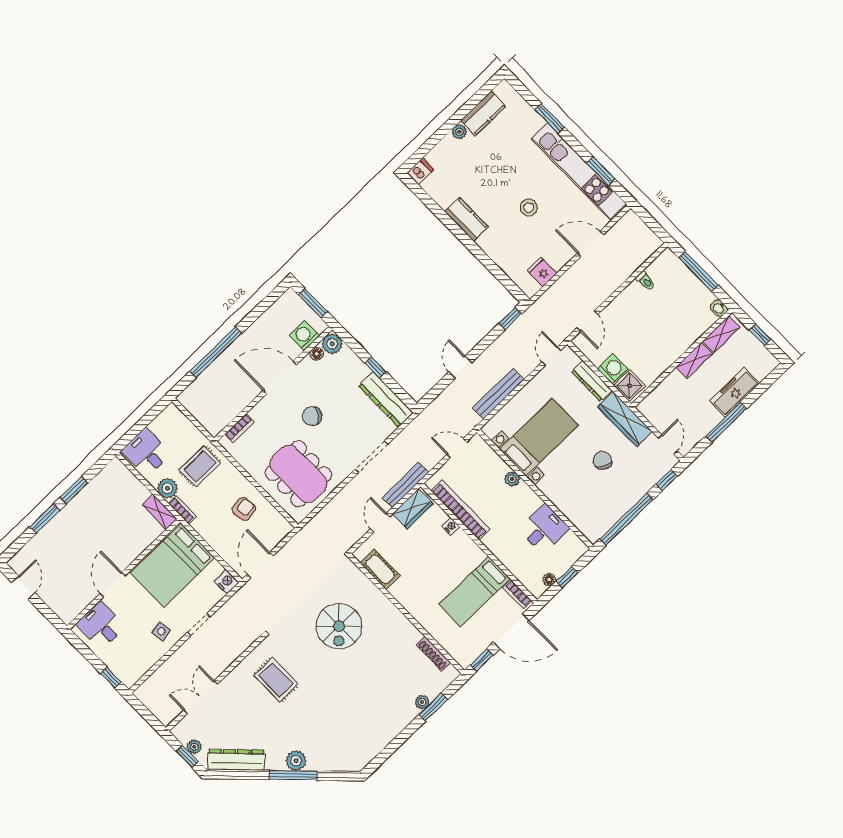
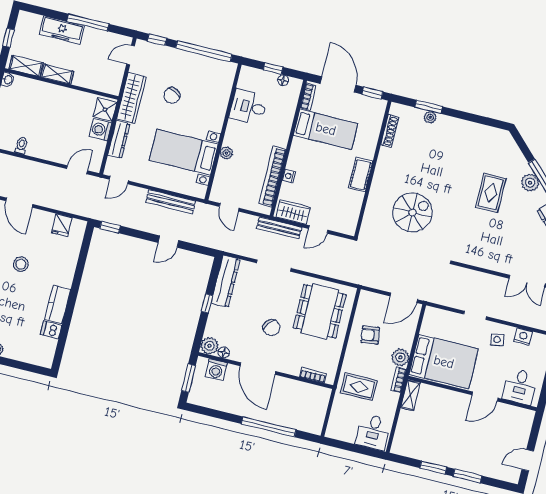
dishwasher: (420, 171) -> (51, 330), moved
plant: (167, 488) -> (400, 357), moved
cot: (380, 569) -> (361, 174), moved
nightstand: (226, 582) -> (523, 337), moved, turned 90
rug: (276, 680) -> (491, 193), moved

